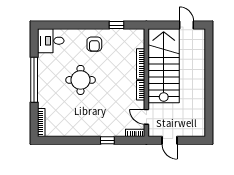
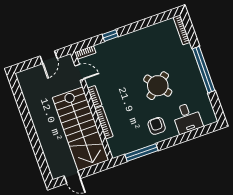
window: (116, 25) -> (142, 153), width x2.17
desk: (51, 41) -> (187, 118), moved, turned 90
round table: (81, 80) -> (158, 86), turned -37
door: (170, 140) -> (49, 57), swing flipped

